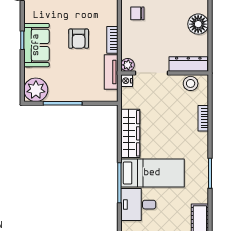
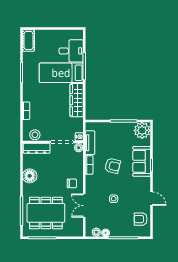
armchair: (79, 39) -> (113, 166), turned 104

